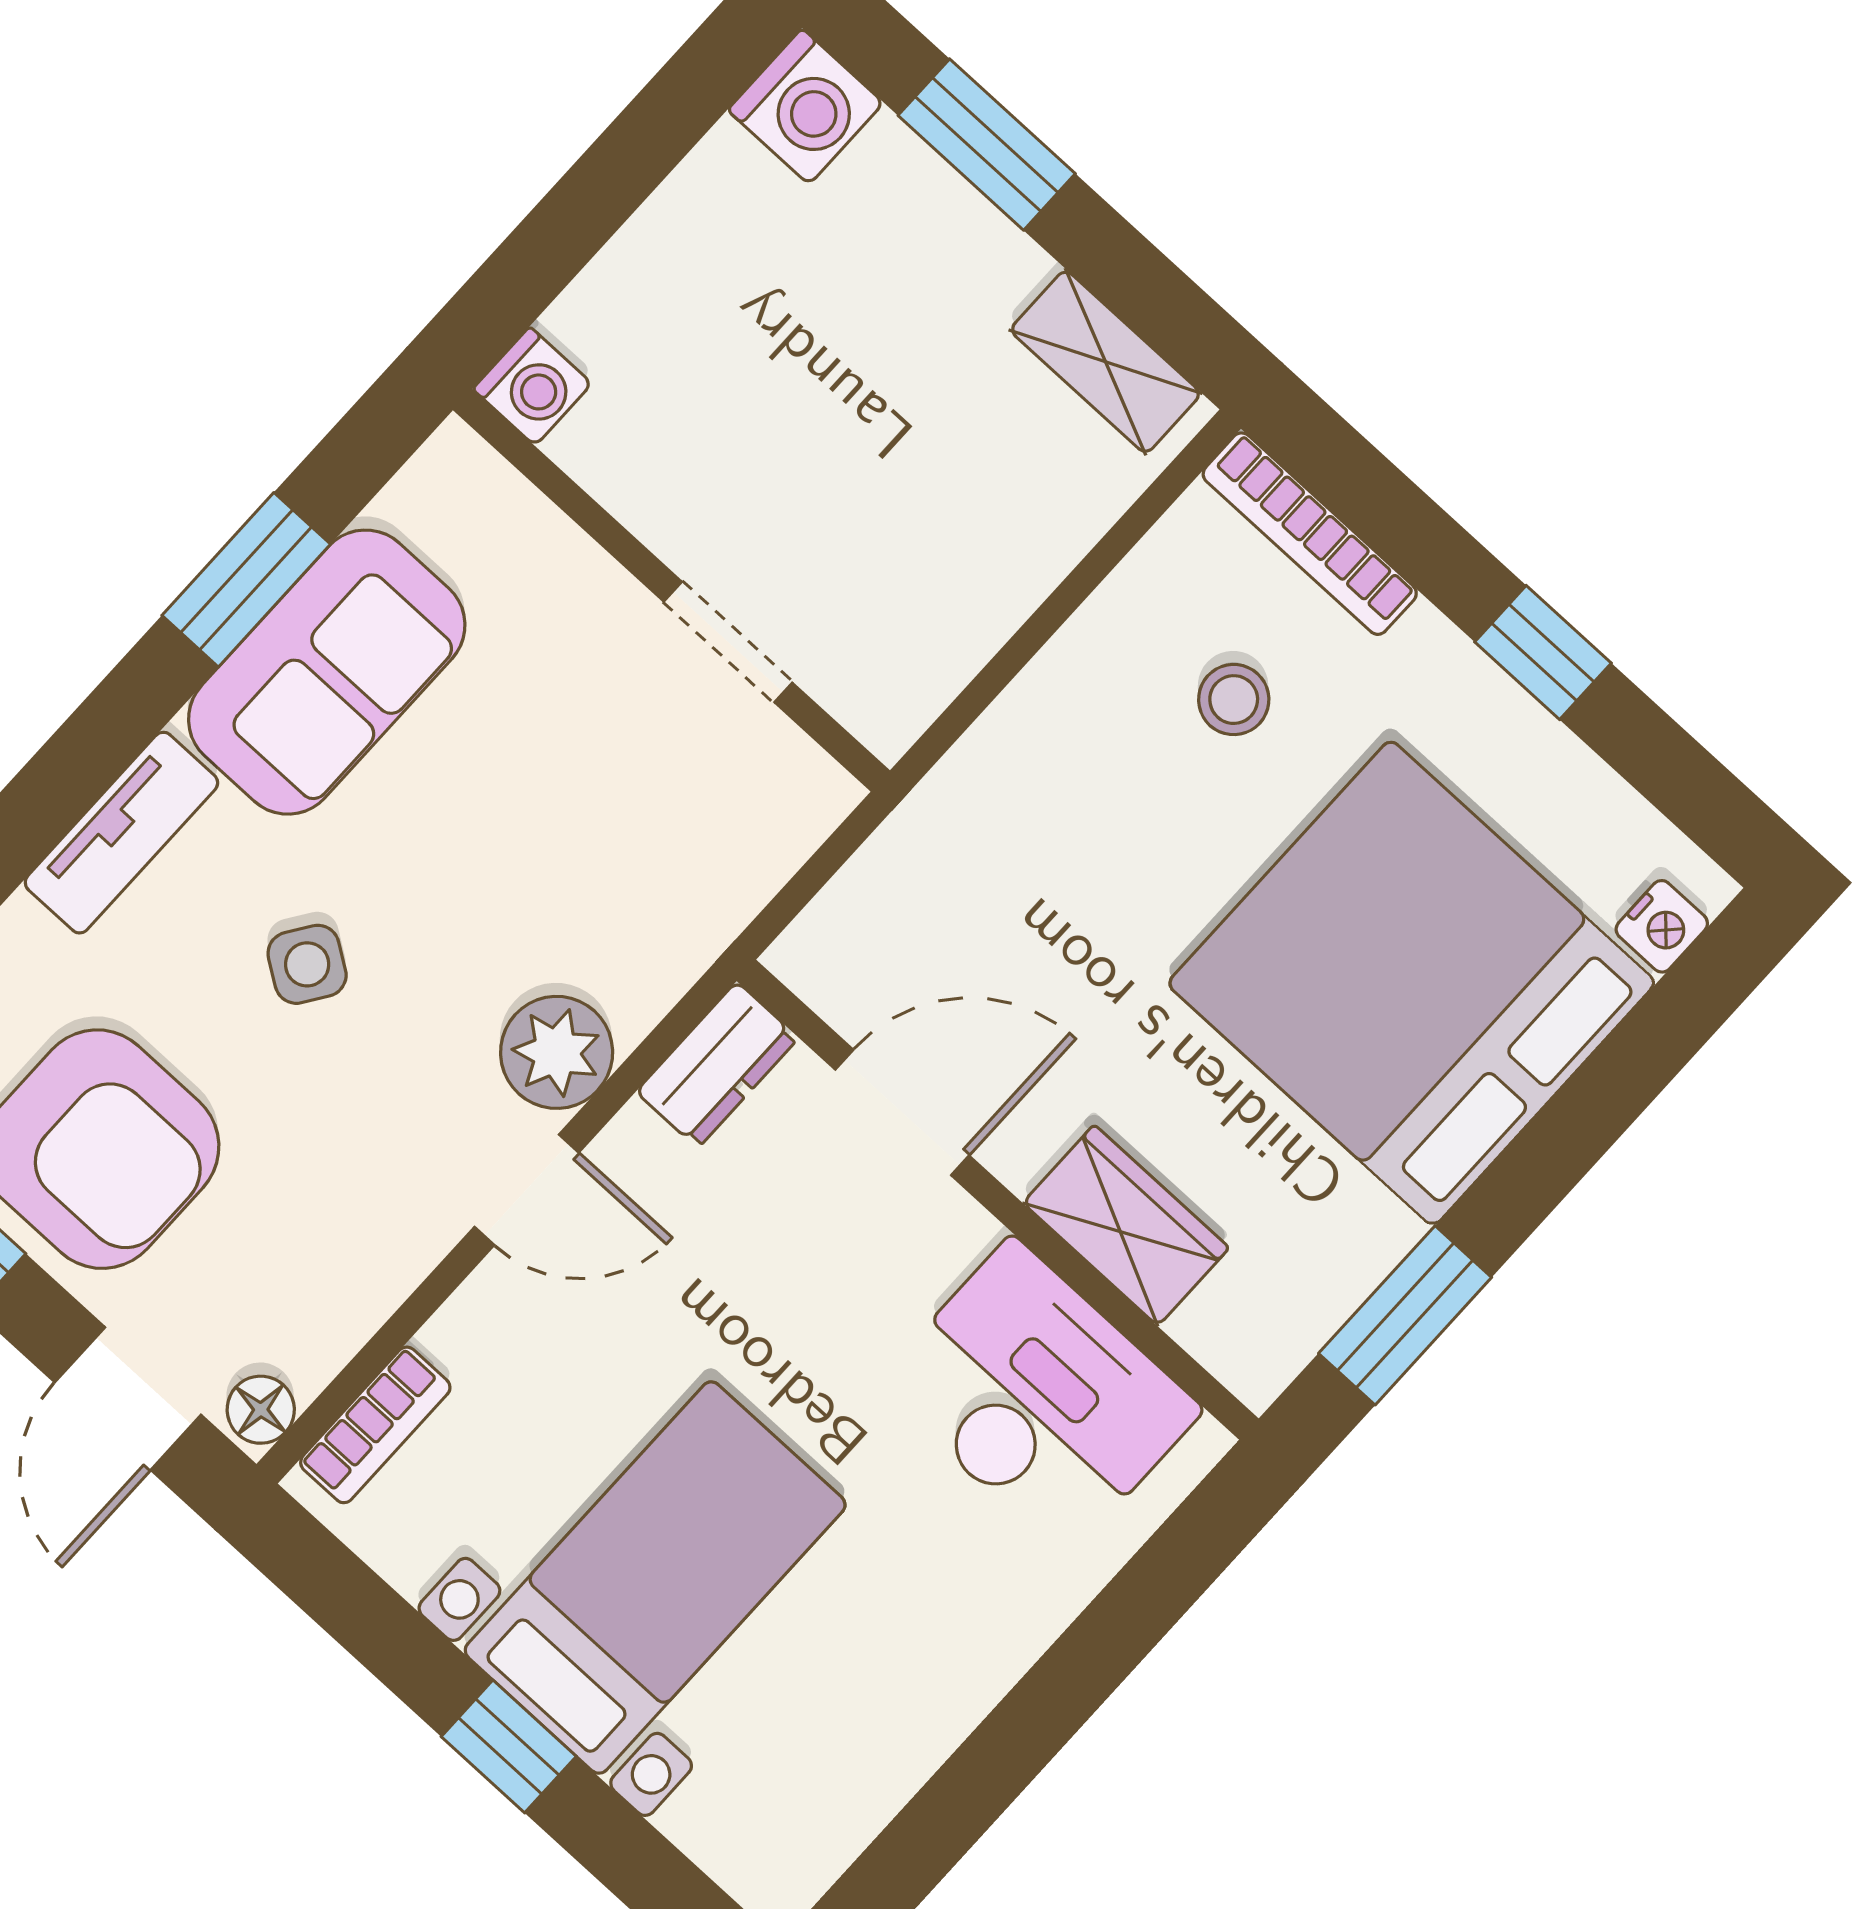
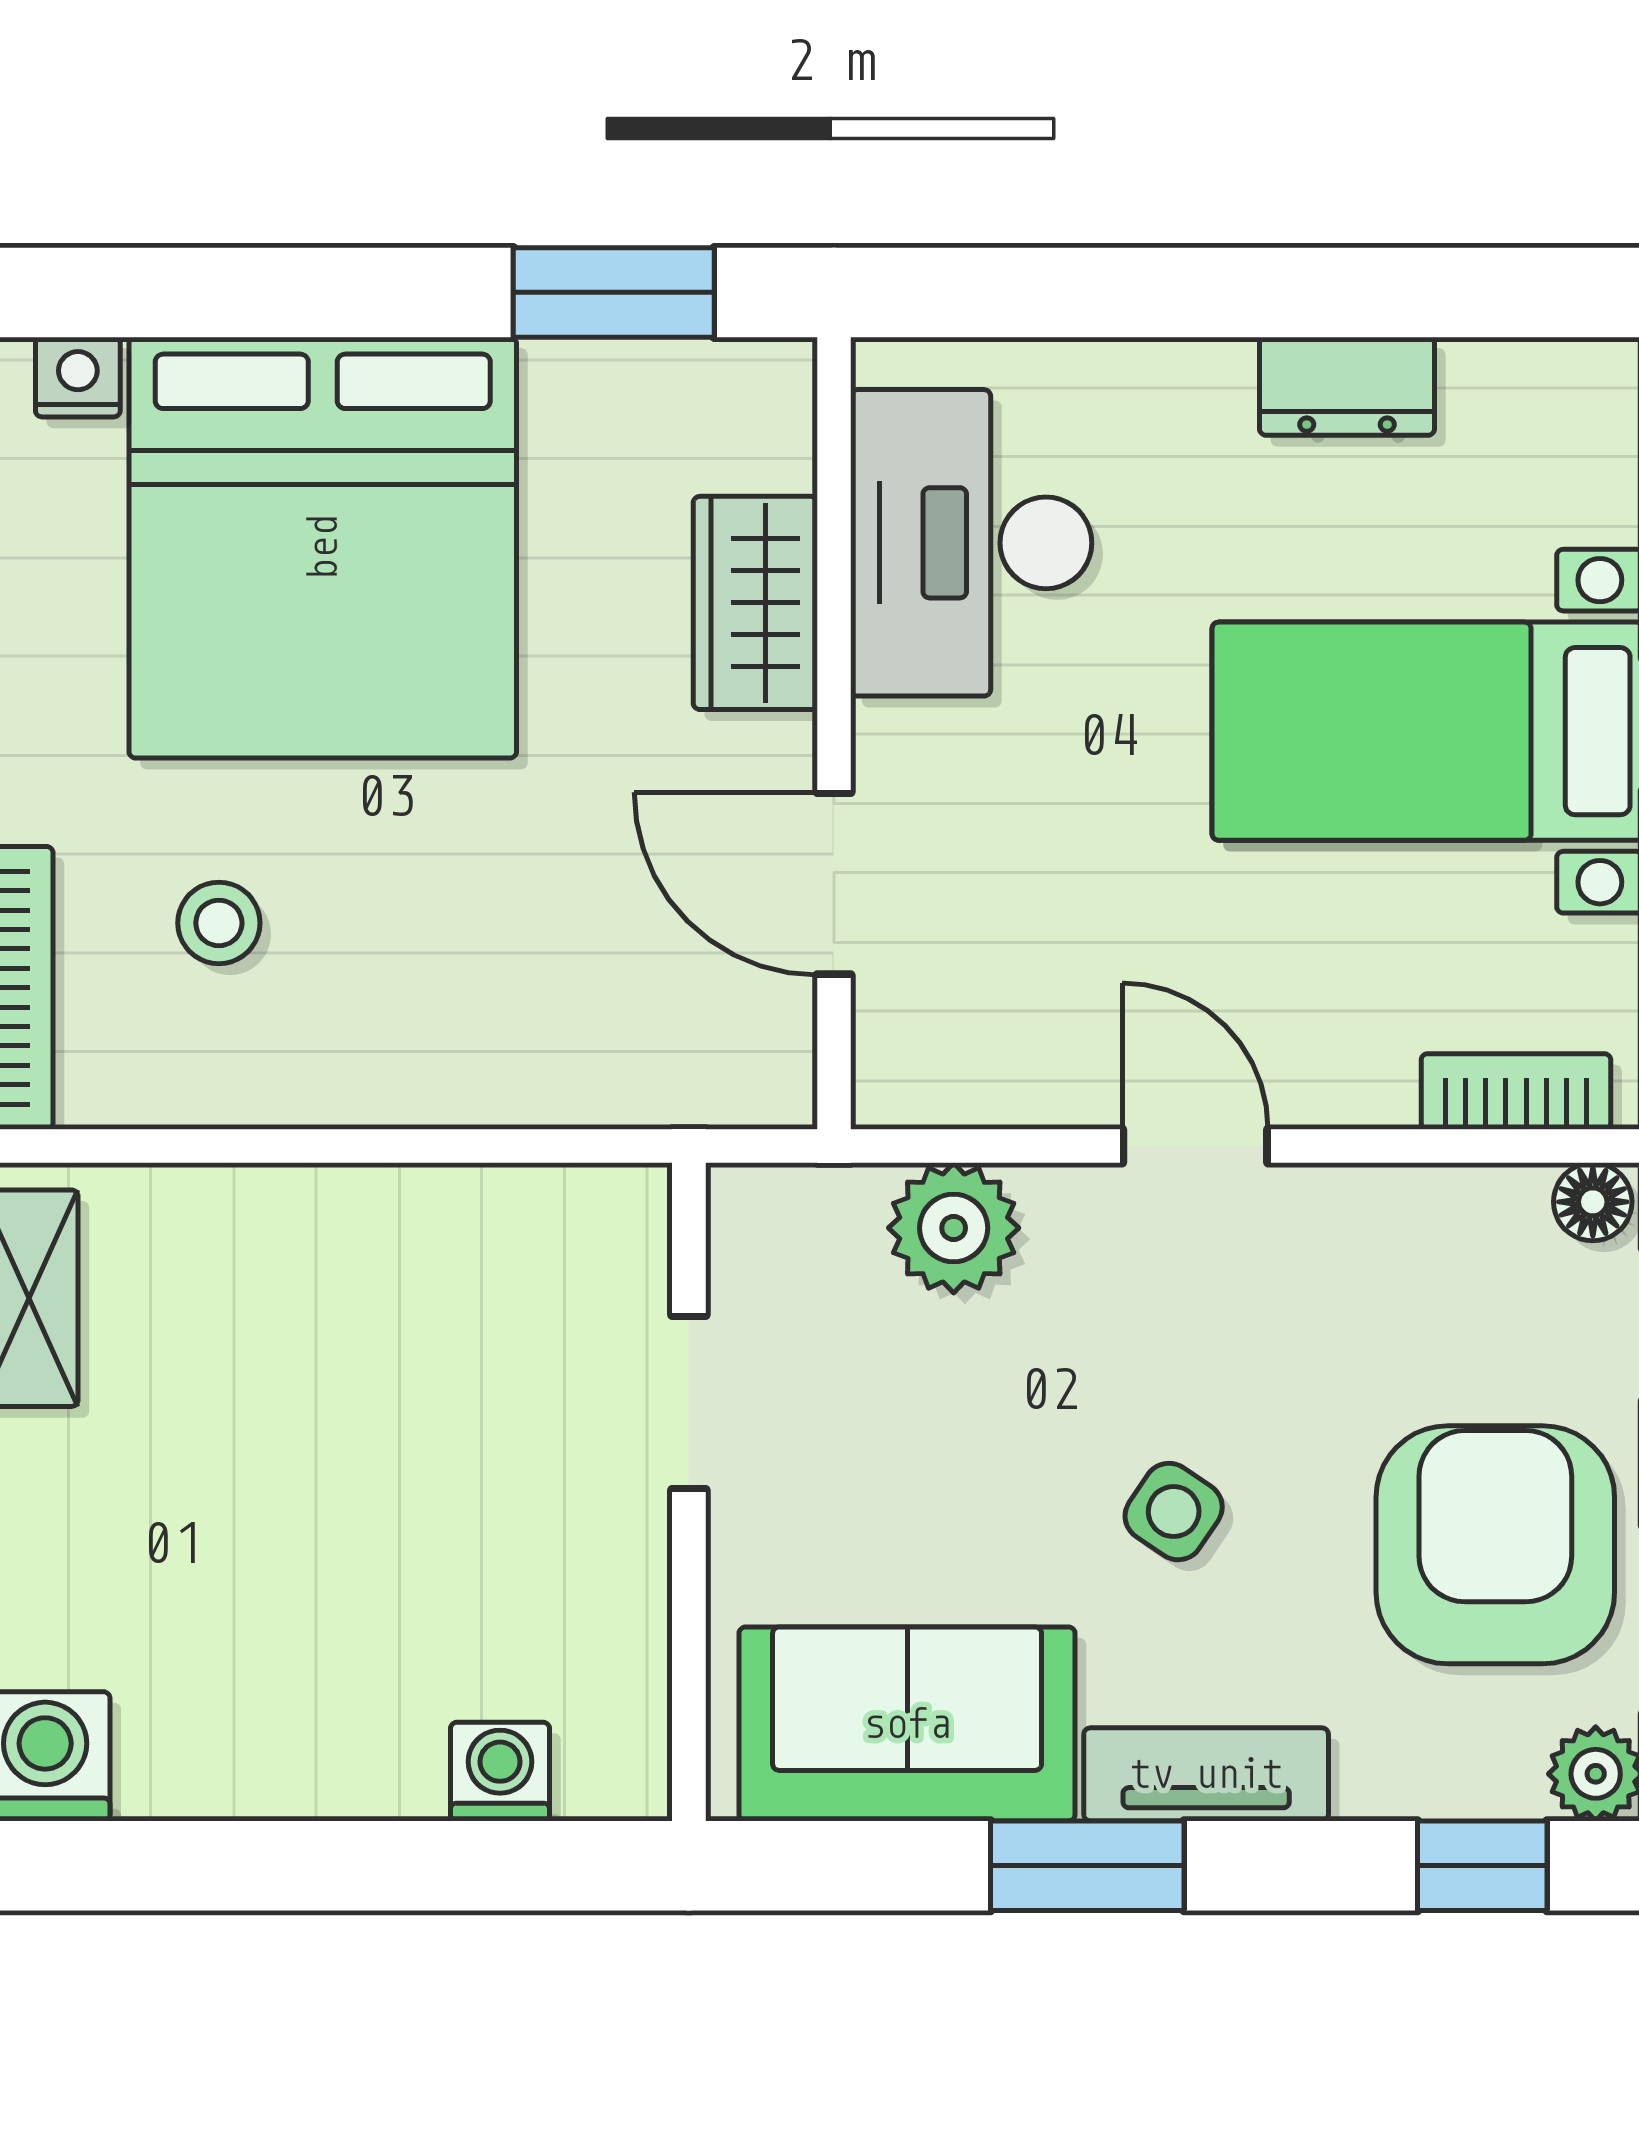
window: (246, 580) -> (1087, 1866), moved
wall: (671, 590) -> (689, 1492), moved
doorway: (728, 642) -> (689, 1403), moved
plant: (557, 1052) -> (954, 1228), moved
dresser: (717, 1065) -> (1347, 386), moved, turned 180

